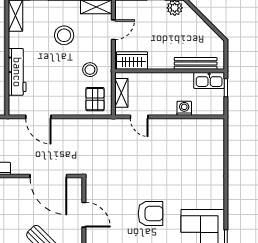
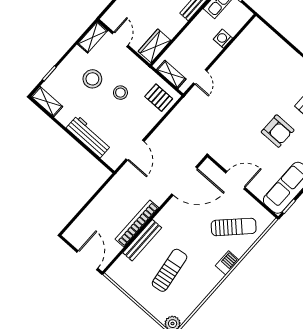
stool: (90, 70) -> (120, 93), moved
door: (38, 117) -> (135, 150), hinge flipped
door: (139, 117) -> (200, 77), hinge flipped
armchair: (151, 214) -> (278, 131), turned 90

